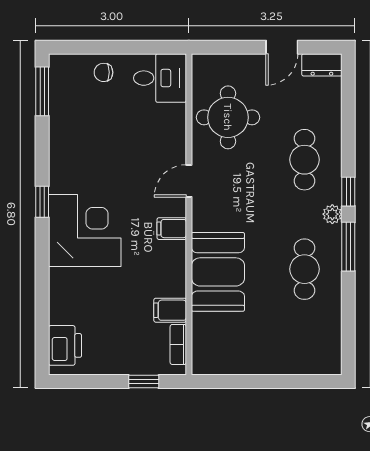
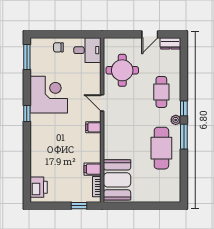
door: (189, 181) -> (102, 103), hinge flipped
corner desk: (85, 231) -> (49, 95), moved
cafe table: (304, 269) -> (161, 148), width x1.37, depth x1.35
booth: (218, 272) -> (117, 180), moved

